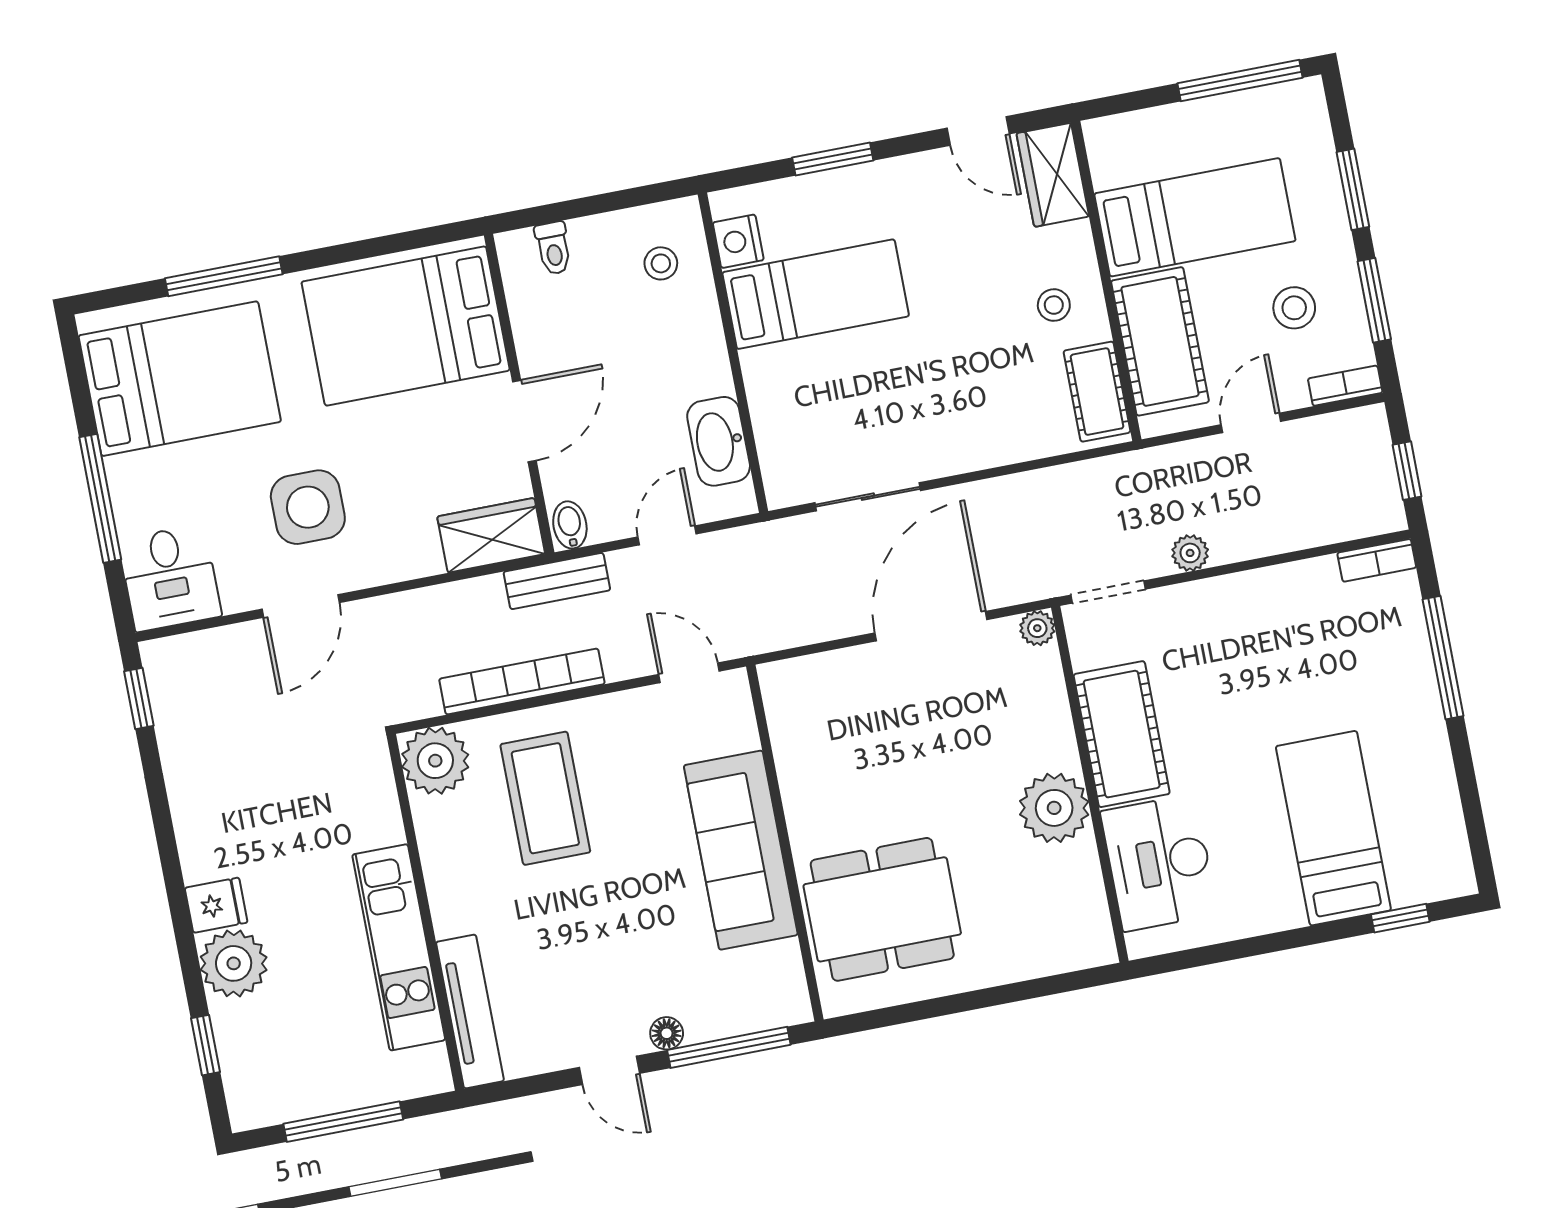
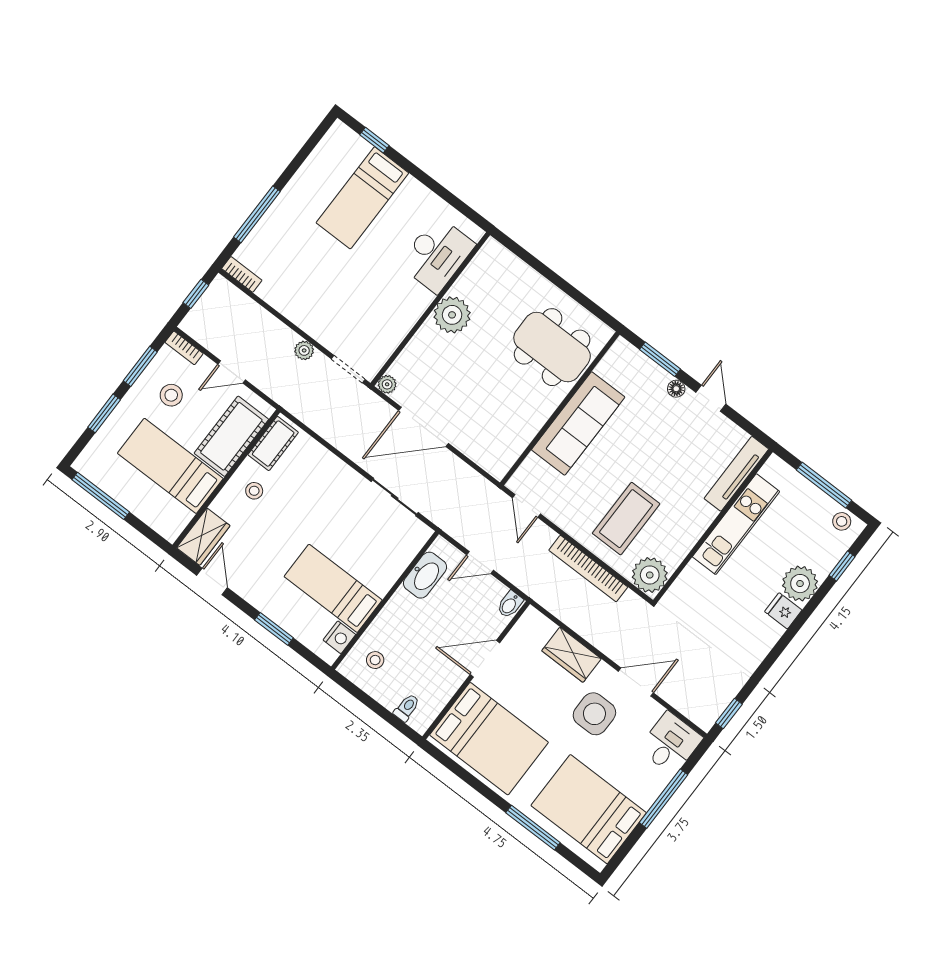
wardrobe: (491, 535) -> (571, 655), moved
bench: (557, 581) -> (537, 590), removed
cot: (1122, 734) -> (399, 314), removed
window: (729, 1047) -> (660, 359), width x0.69
stool: (269, 1101) -> (842, 521), added

